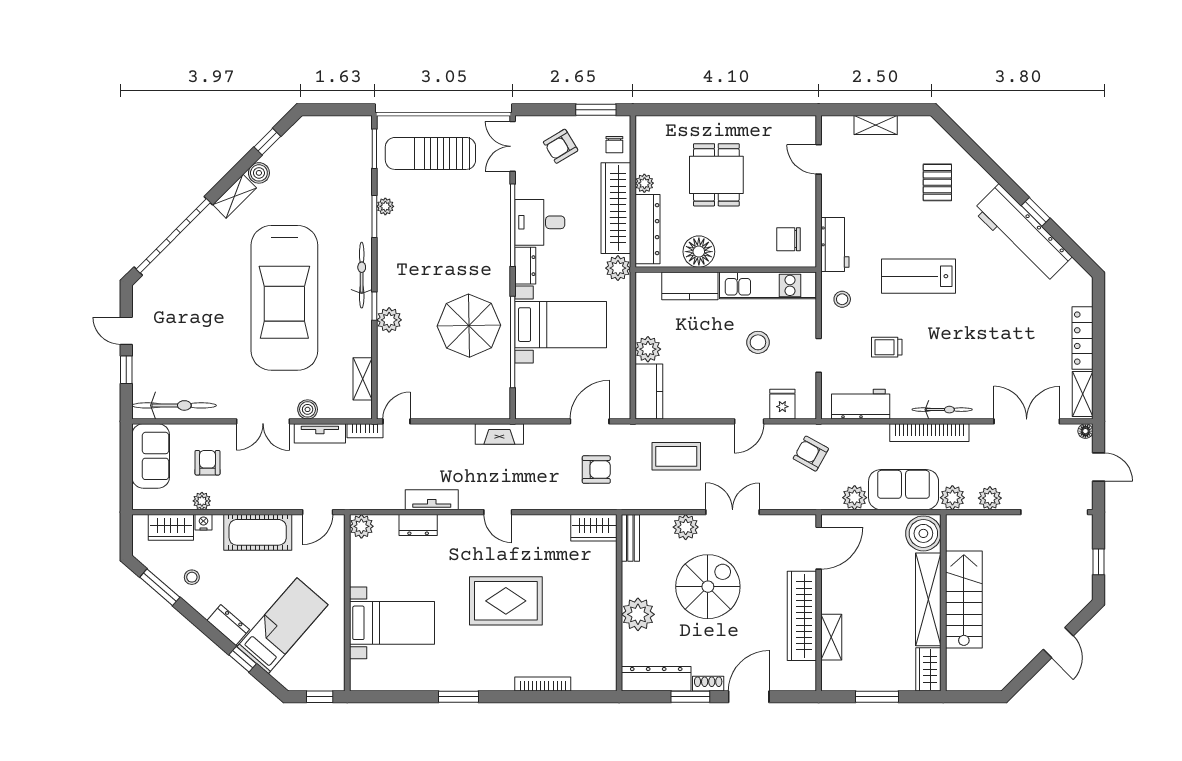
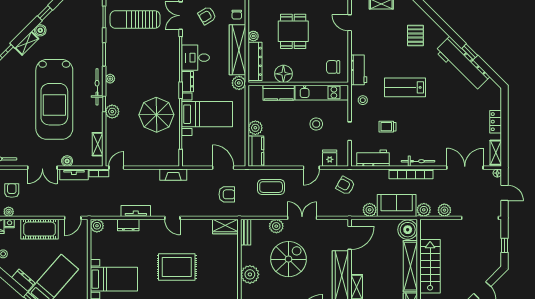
plant: (385, 206) -> (110, 79), moved
locker: (1082, 338) -> (496, 122), width x0.66
door: (590, 421) -> (223, 168), hinge flipped

